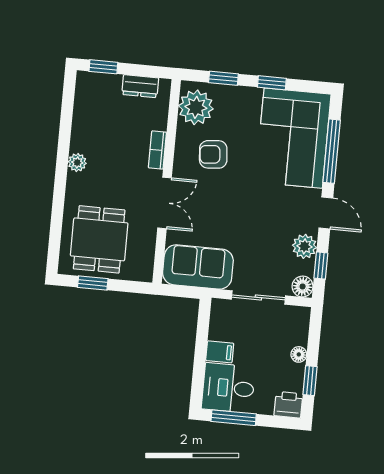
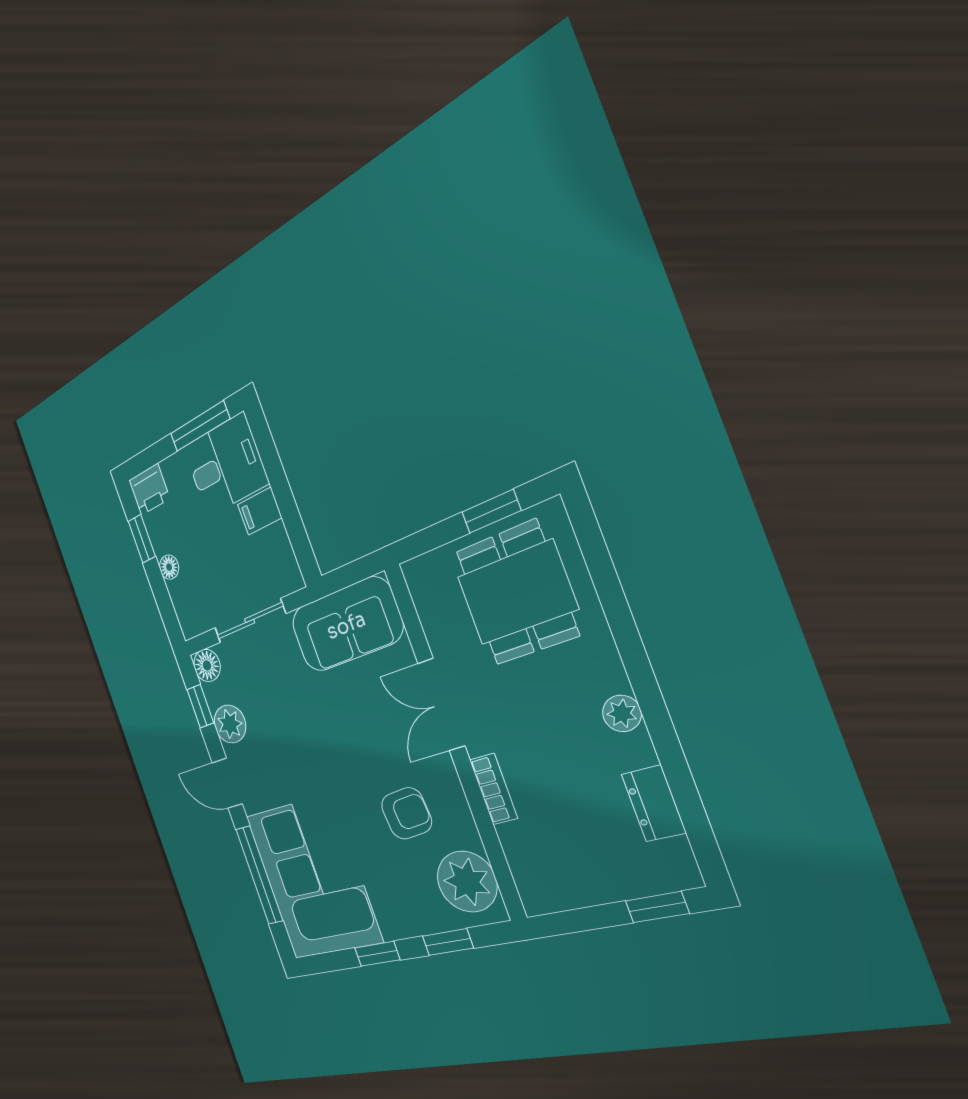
dresser: (140, 86) -> (654, 803), moved, turned -90

